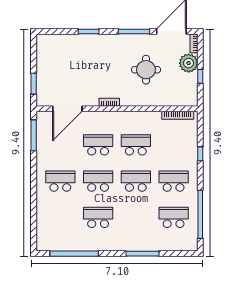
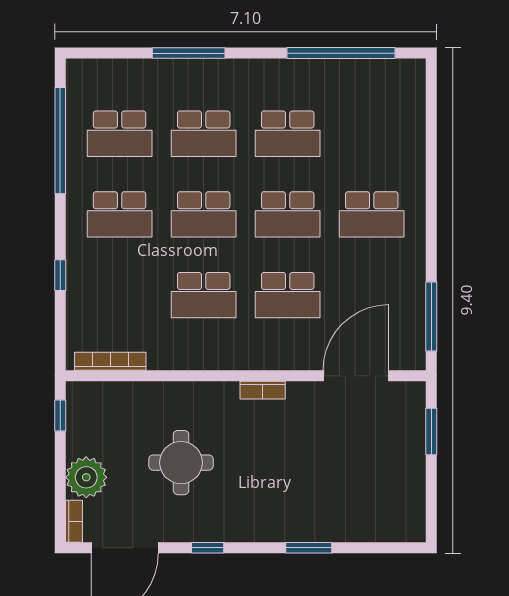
window: (134, 31) -> (208, 548), width x0.46
window: (200, 76) -> (60, 415), moved
school desk: (136, 217) -> (204, 134), added

